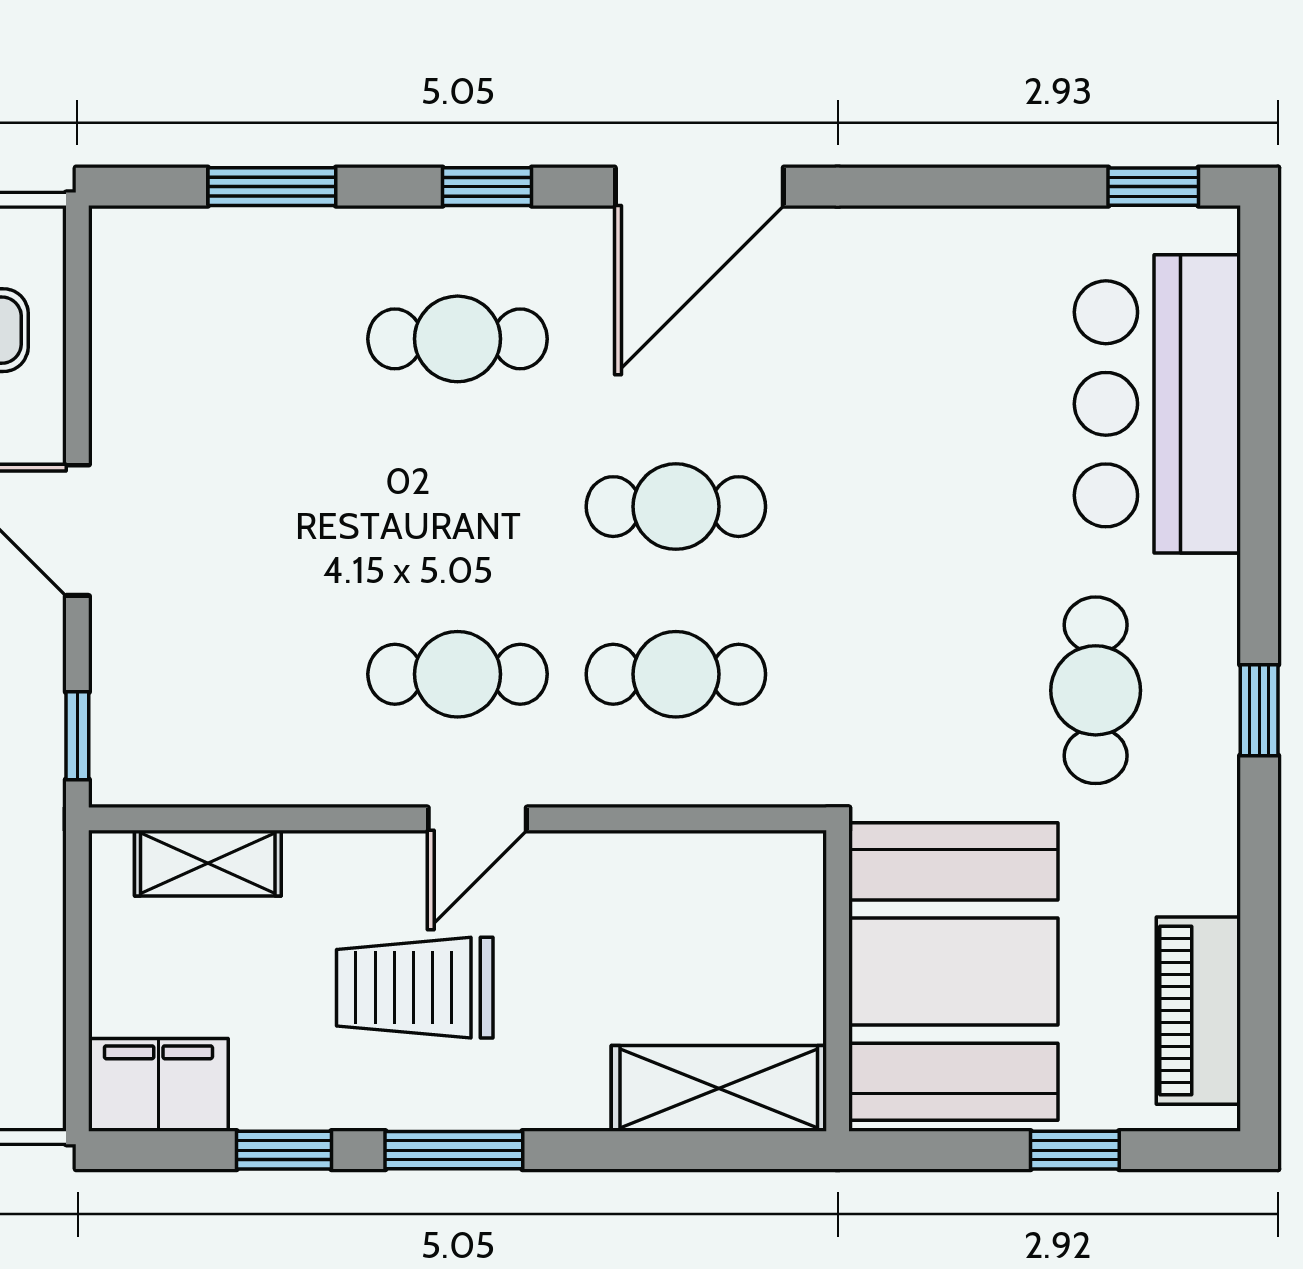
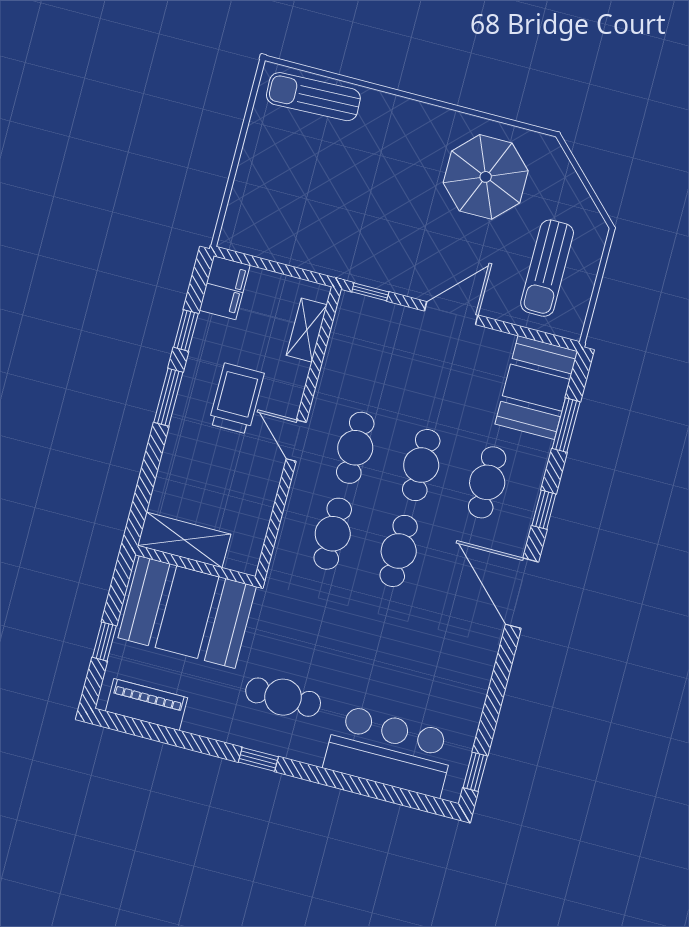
booth: (201, 281) -> (536, 388), added
cafe table: (458, 507) -> (421, 465), added
shelving: (719, 1088) -> (184, 540), moved, turned 90

